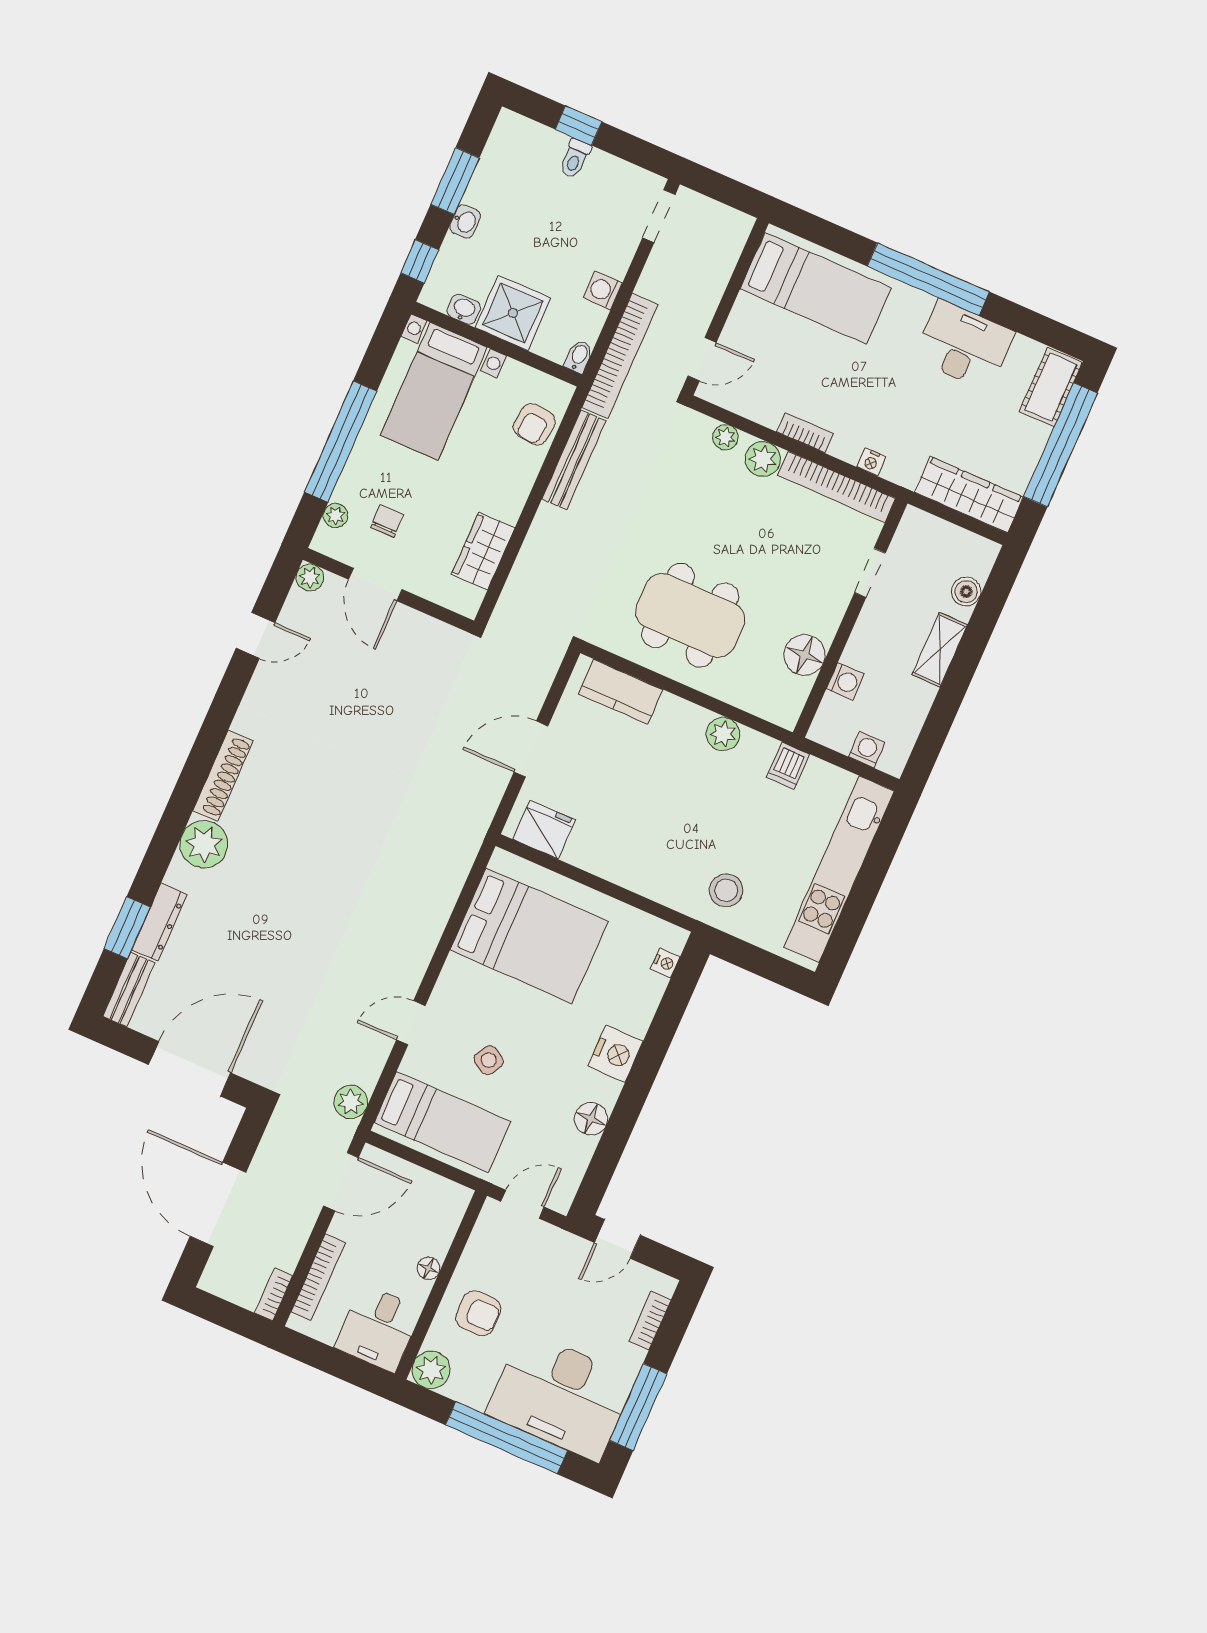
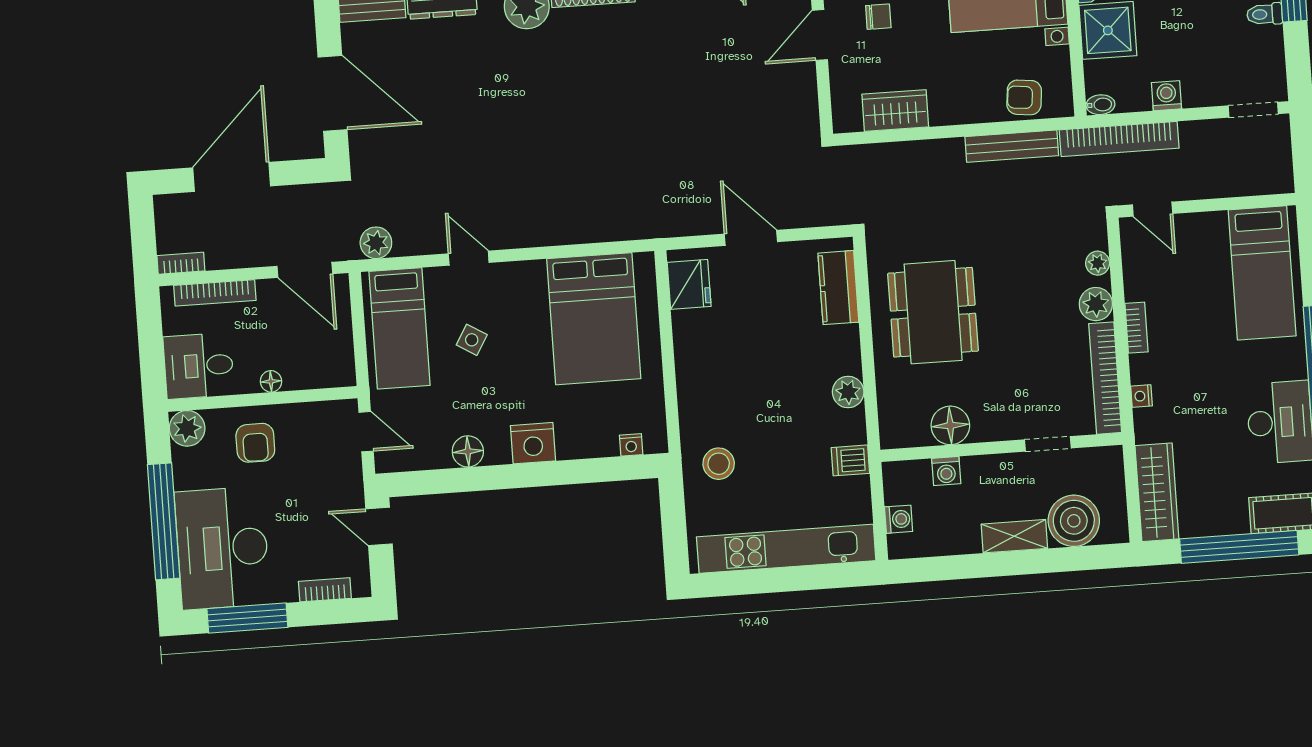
boiler: (966, 592) -> (1074, 521), width x1.86, depth x1.86

